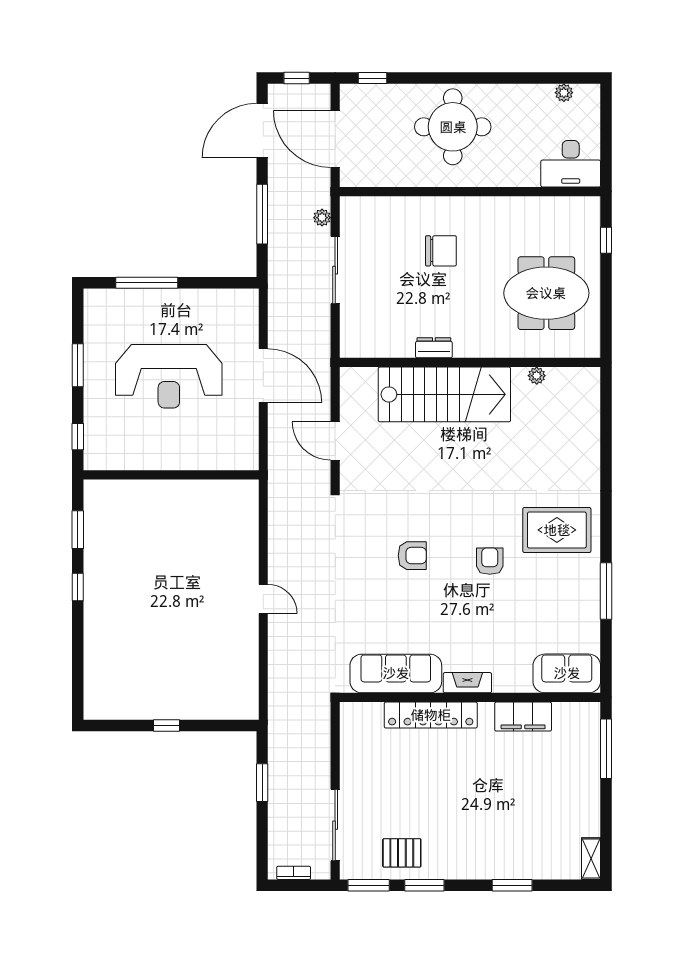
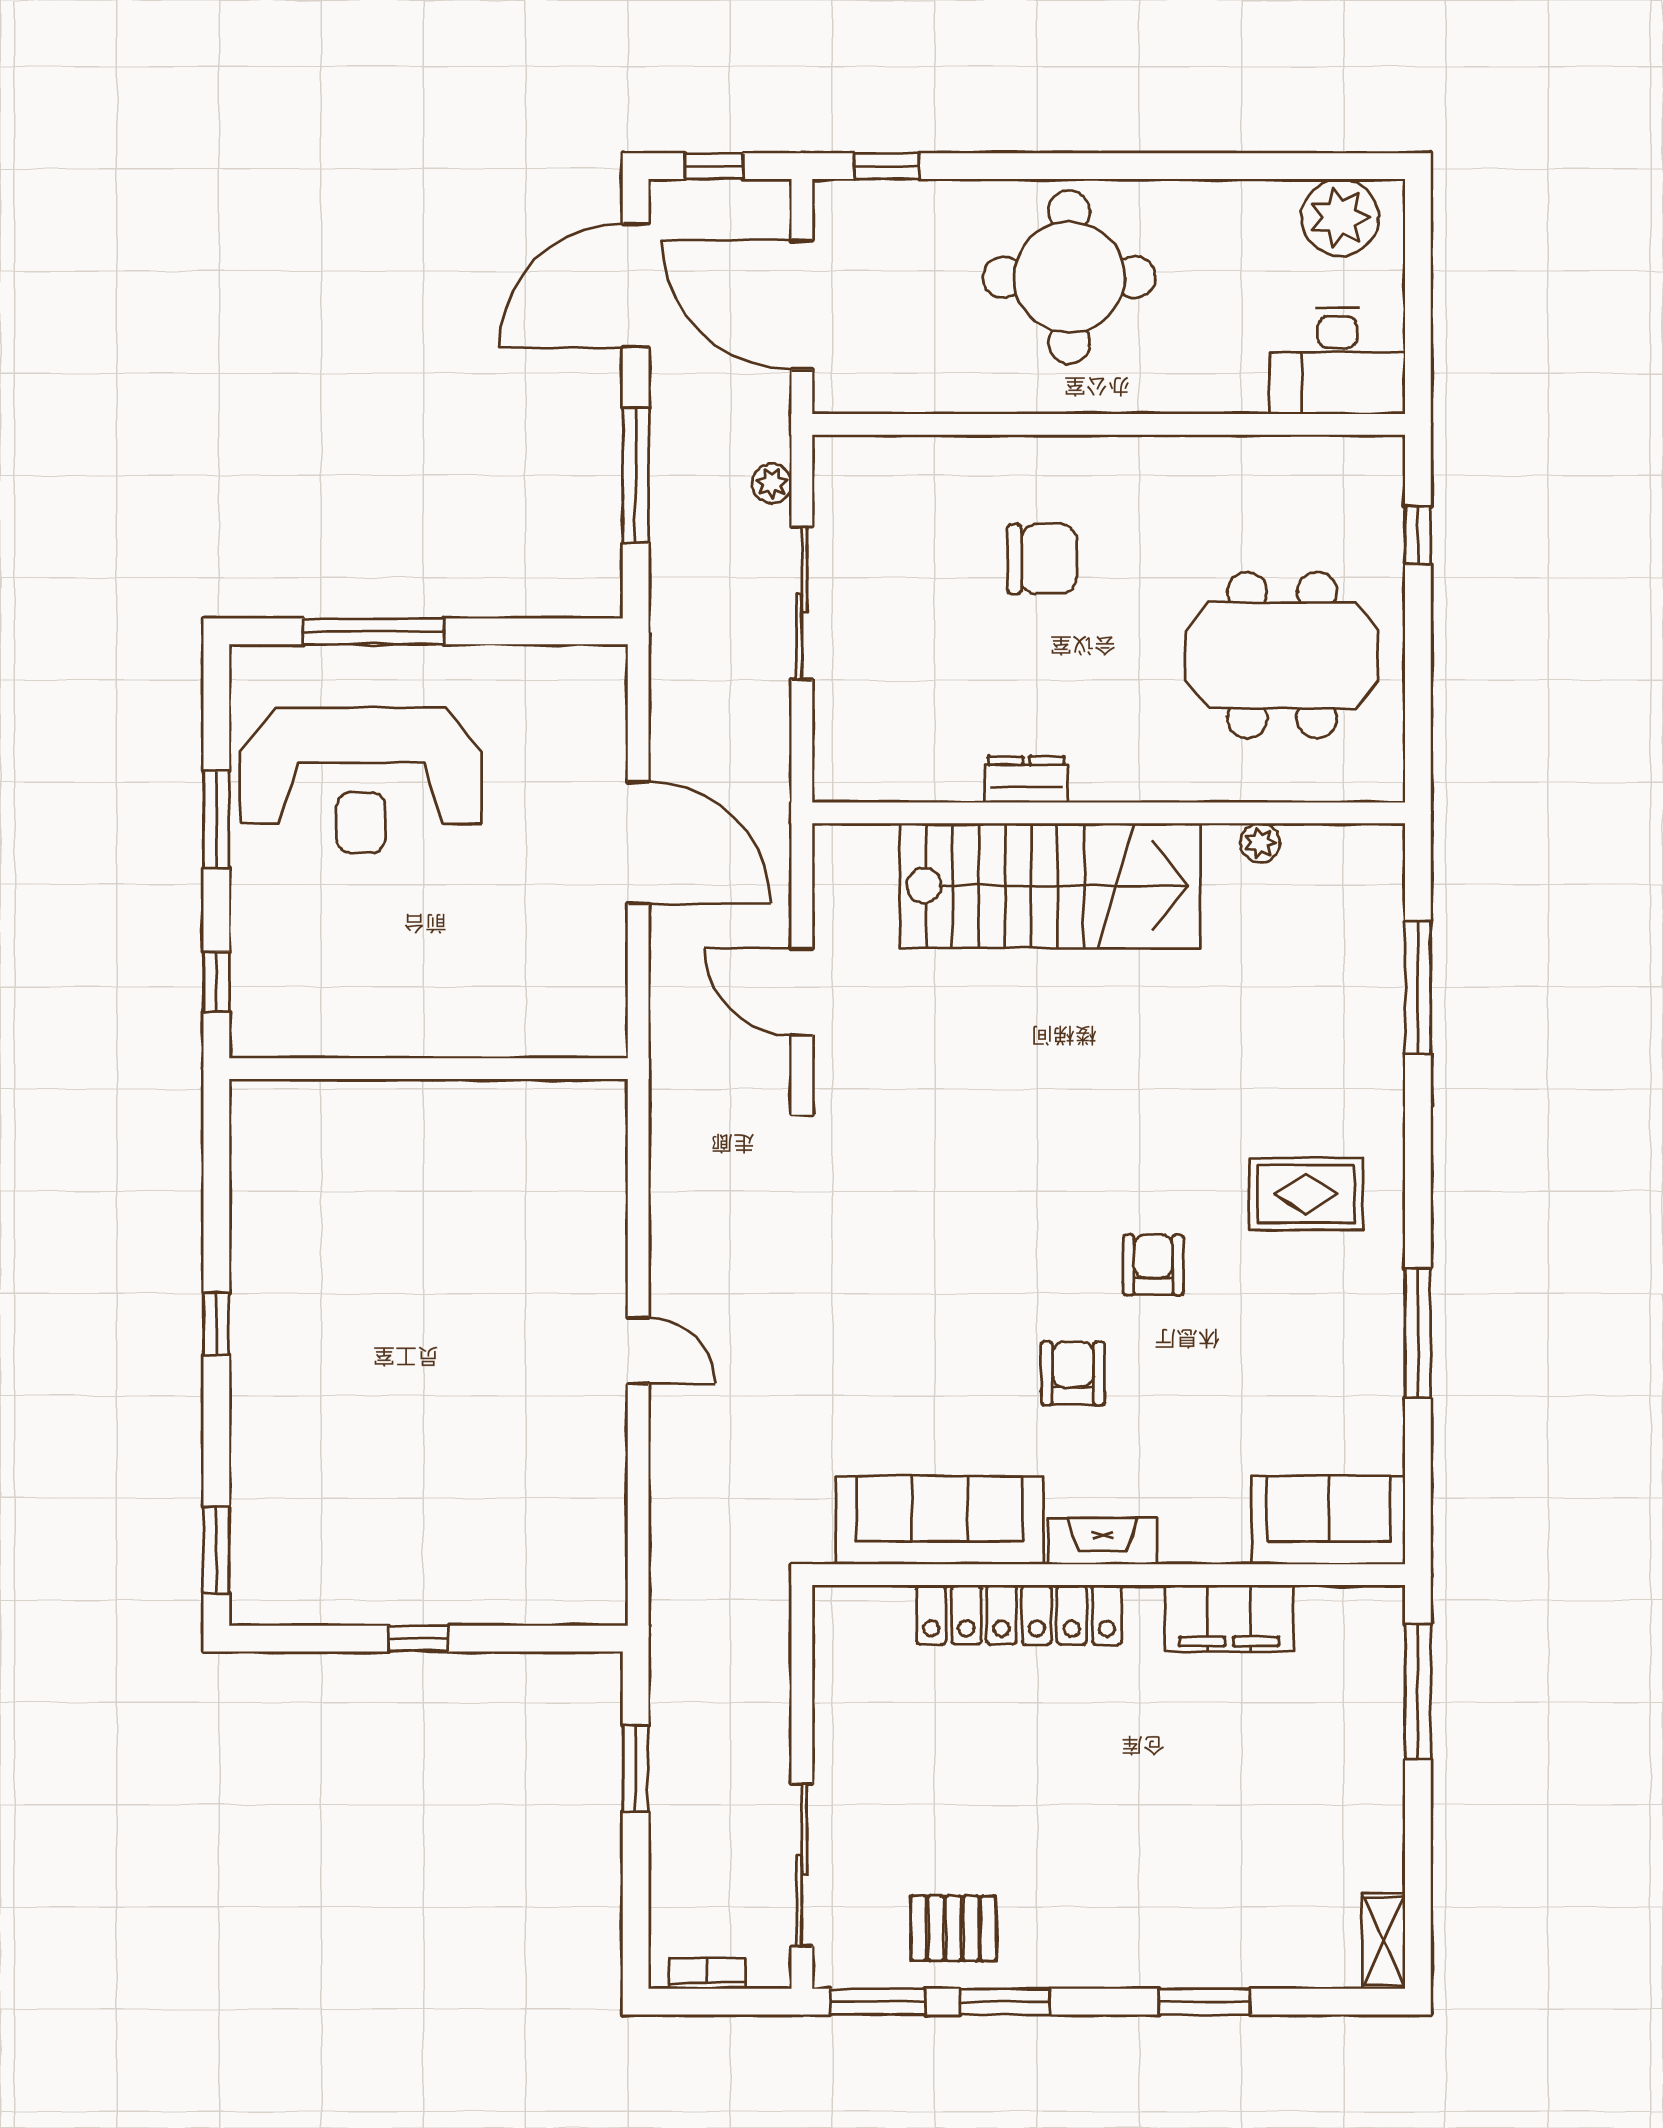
plant: (564, 93) -> (1340, 217), width x1.88, depth x1.88
reception desk: (169, 376) -> (361, 780), moved
window: (606, 439) -> (1418, 988), added
window: (78, 530) -> (216, 1550), moved
rug: (557, 530) -> (1306, 1194), width x0.73, depth x0.70
armchair: (412, 556) -> (1073, 1373), moved, turned -90

